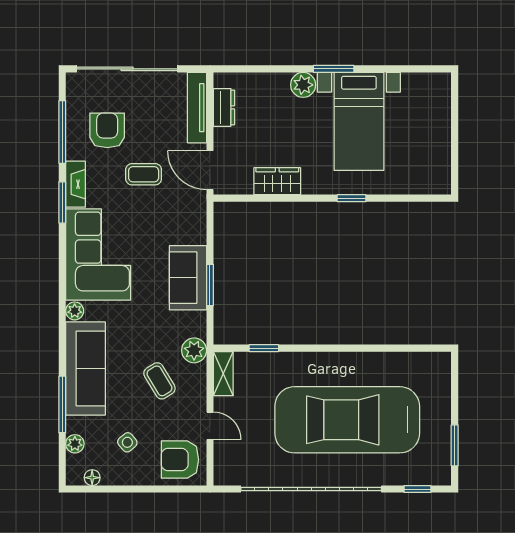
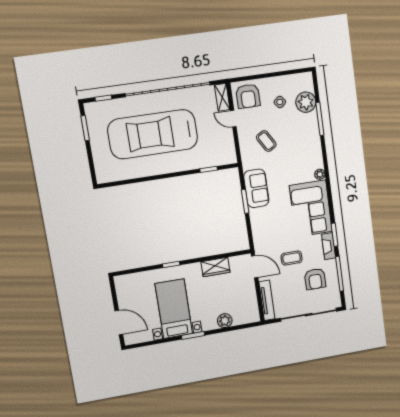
plant: (303, 85) -> (225, 321), moved
dresser: (224, 107) -> (252, 303), removed
door: (455, 114) -> (119, 323), added
sofa: (188, 278) -> (256, 188), moved
plant: (194, 350) -> (249, 162), removed
sofa: (86, 368) -> (309, 142), removed
shelving: (223, 374) -> (222, 97), moved
car: (347, 420) -> (153, 134), turned 180
plant: (75, 444) -> (306, 102), width x1.88, depth x1.88
armchair: (180, 460) -> (248, 96), turned 90
floor lamp: (92, 478) -> (297, 78), removed

